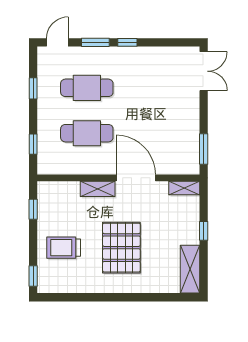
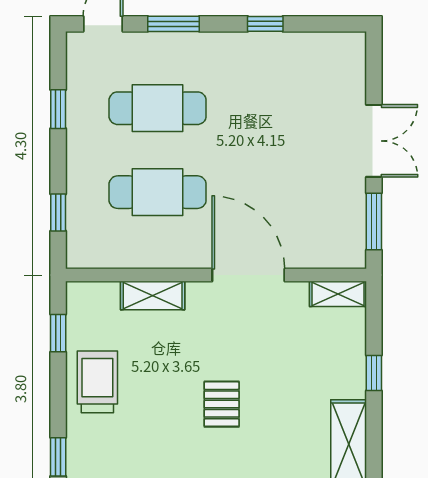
window: (127, 42) -> (265, 24), moved
double door: (204, 71) -> (374, 141), moved
shelving: (98, 189) -> (153, 295), moved
trolley: (64, 248) -> (97, 382), moved, turned 90
pallet: (121, 248) -> (222, 404), width x0.49, depth x0.50

